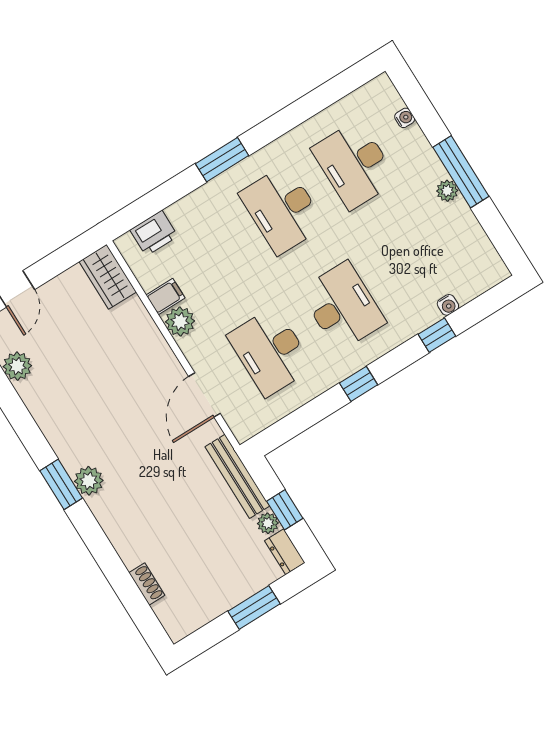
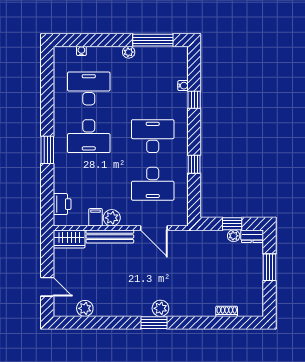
desk: (355, 165) -> (89, 88), turned 180
window: (461, 172) -> (153, 40), moved
window: (359, 384) -> (194, 164), moved
bench: (237, 476) -> (110, 236), moved

